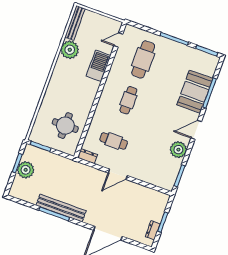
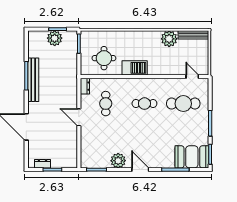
barbecue: (98, 66) -> (135, 68), moved
booth: (195, 92) -> (192, 157), moved

